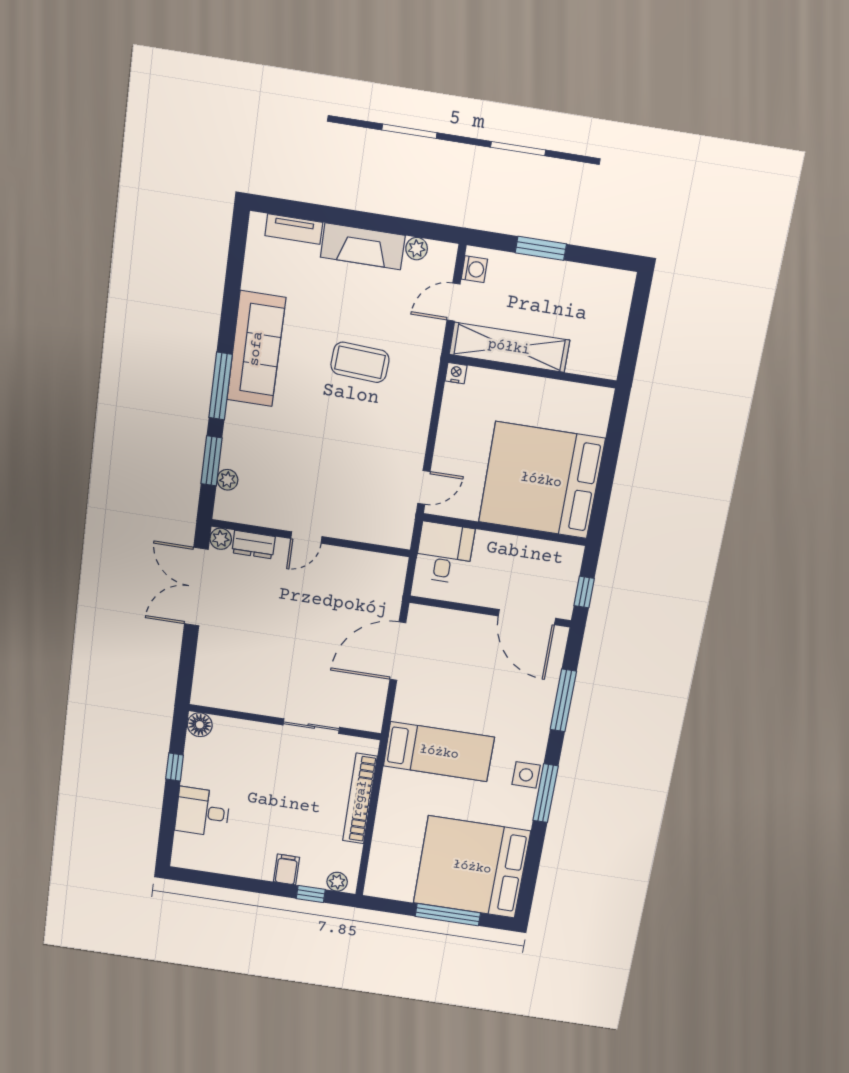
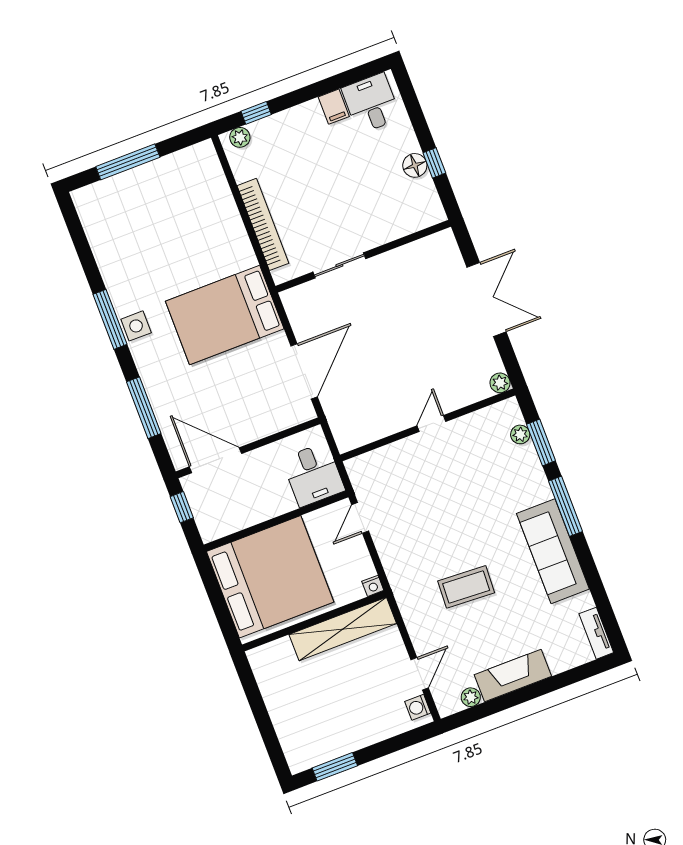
tv unit: (294, 229) -> (596, 633), moved, turned -90
window: (541, 248) -> (335, 767), moved
shelving: (509, 347) -> (343, 629), moved
wall: (532, 371) -> (314, 621), moved
nightstand: (456, 373) -> (373, 586), moved
dresser: (254, 545) -> (471, 393), removed
double door: (196, 587) -> (486, 300), moved
floor lamp: (200, 725) -> (415, 165), moved
bed: (439, 752) -> (225, 315), width x1.50
desk: (202, 812) -> (371, 103), moved, turned -90
bed: (472, 867) -> (133, 217), removed
filing cabinet: (286, 870) -> (334, 107), moved

